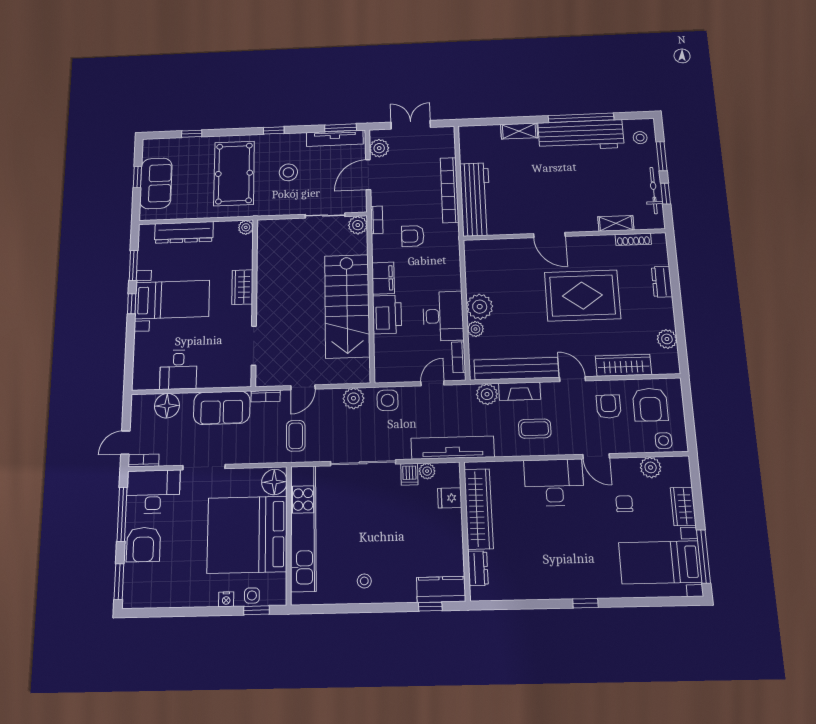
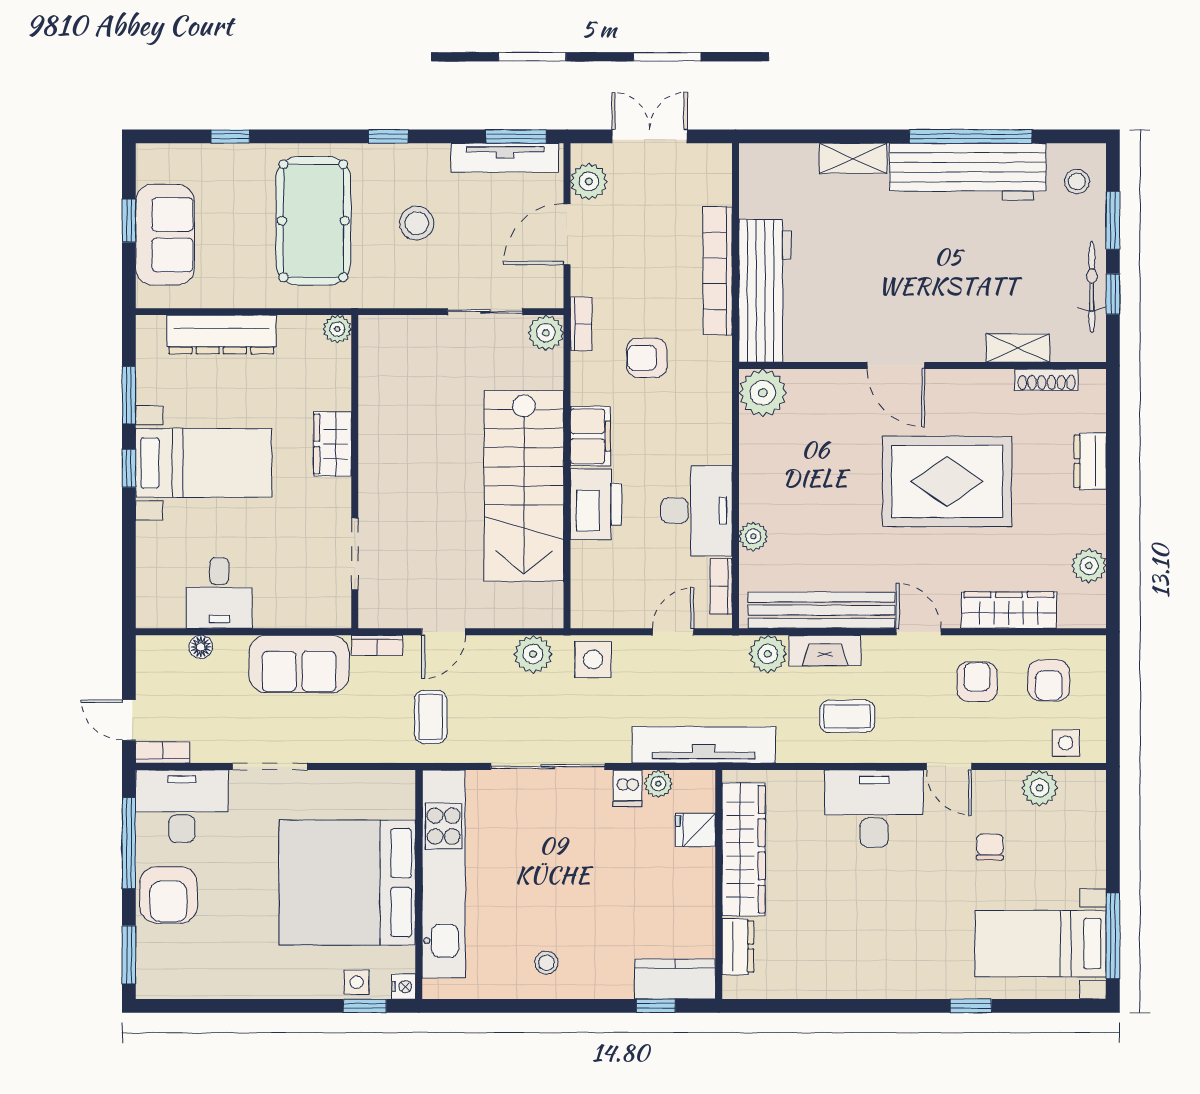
plant: (480, 307) -> (763, 393), moved
armchair: (650, 405) -> (1049, 680), width x0.72, depth x0.72
floor lamp: (167, 406) -> (201, 647), width x0.53, depth x0.53
door: (125, 442) -> (129, 720), hinge flipped
floor lamp: (274, 482) -> (394, 795), removed
wardrobe: (683, 506) -> (1088, 854), removed
nightstand: (226, 599) -> (403, 987), moved, turned -90
window: (585, 603) -> (971, 1006), moved

